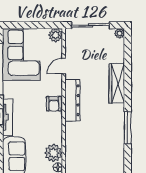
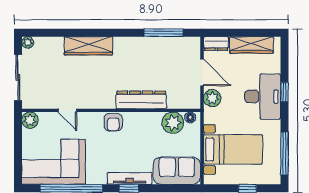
dresser: (72, 100) -> (141, 100), moved
armchair: (54, 104) -> (113, 122), turned 90
window: (128, 128) -> (163, 33), moved

